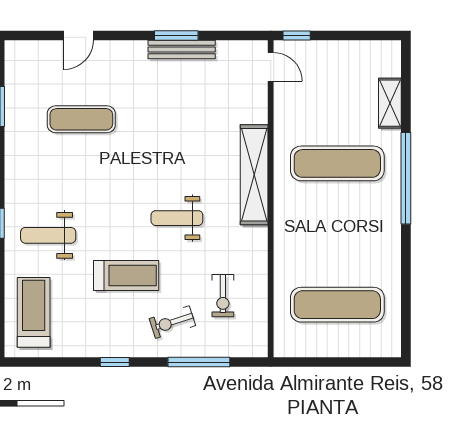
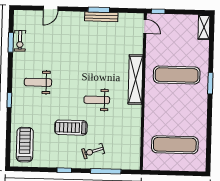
shelving: (390, 103) -> (204, 27), moved
exercise mat: (81, 119) -> (51, 50), removed
window: (406, 178) -> (210, 83), width x0.47
weight bench: (48, 235) -> (38, 82), moved
treadmill: (126, 275) -> (71, 128), turned 180
exercise bike: (223, 296) -> (20, 41), moved

